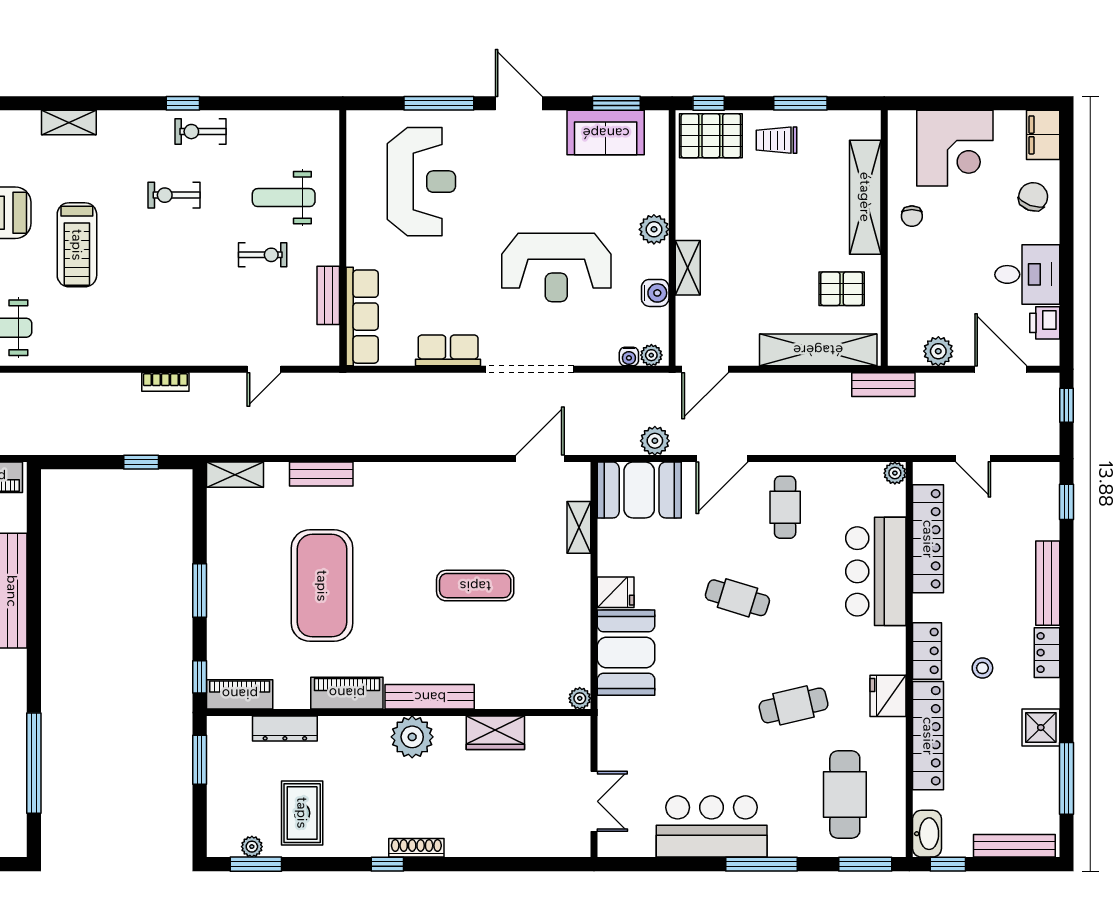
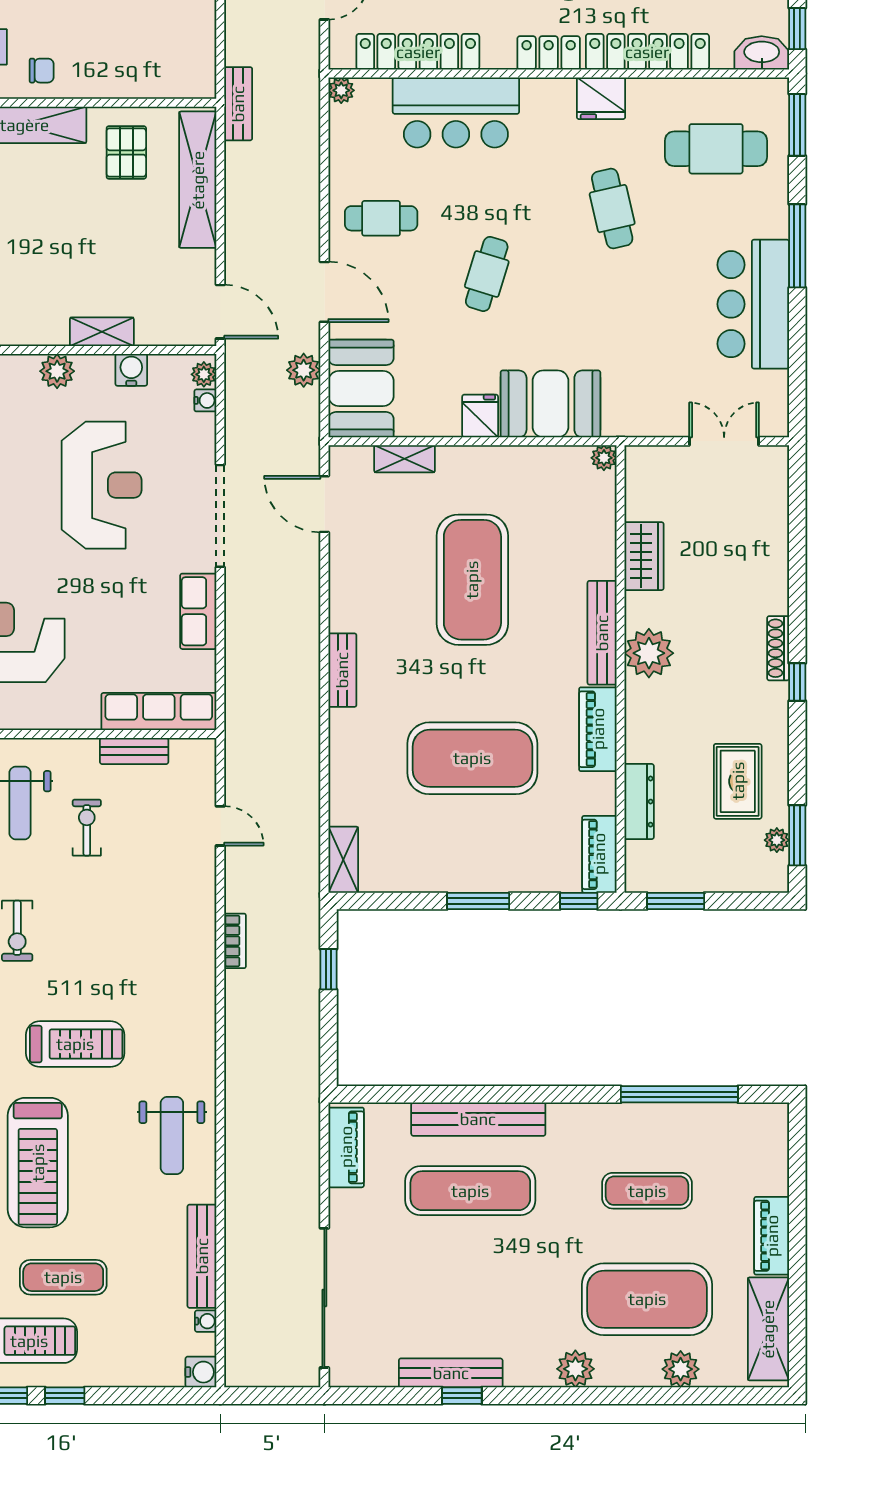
plant: (938, 351) -> (199, 40), removed
bench: (321, 474) -> (342, 670), moved
exercise mat: (475, 586) -> (472, 580), width x2.00, depth x1.45
rug: (302, 813) -> (738, 781), turned 90

